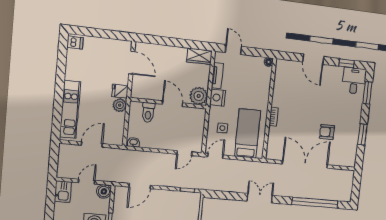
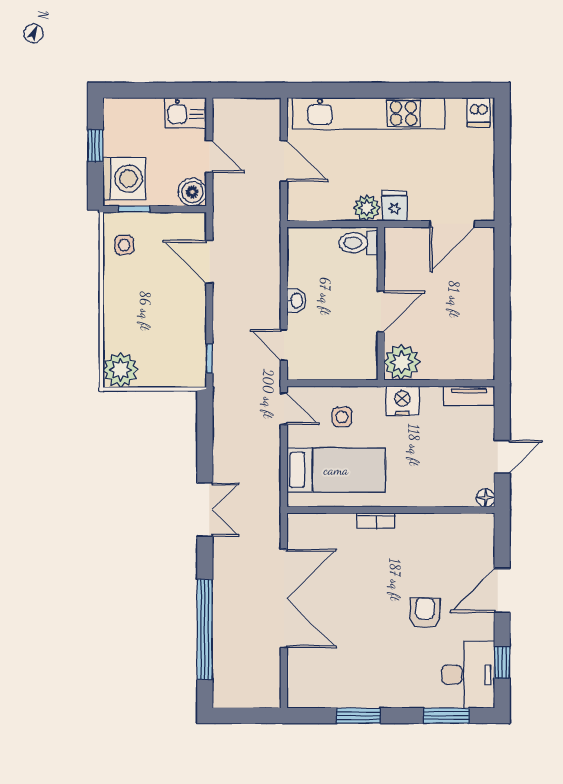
door: (233, 49) -> (502, 457), moved
wardrobe: (199, 56) -> (481, 356), removed
tv unit: (217, 76) -> (469, 396), moved
desk: (354, 81) -> (468, 675), width x1.37
kitchen unit: (70, 109) -> (369, 113), width x1.36
toilet: (148, 112) -> (358, 243), moved
armchair: (327, 132) -> (425, 613), moved
washbasin: (134, 142) -> (296, 301), moved

